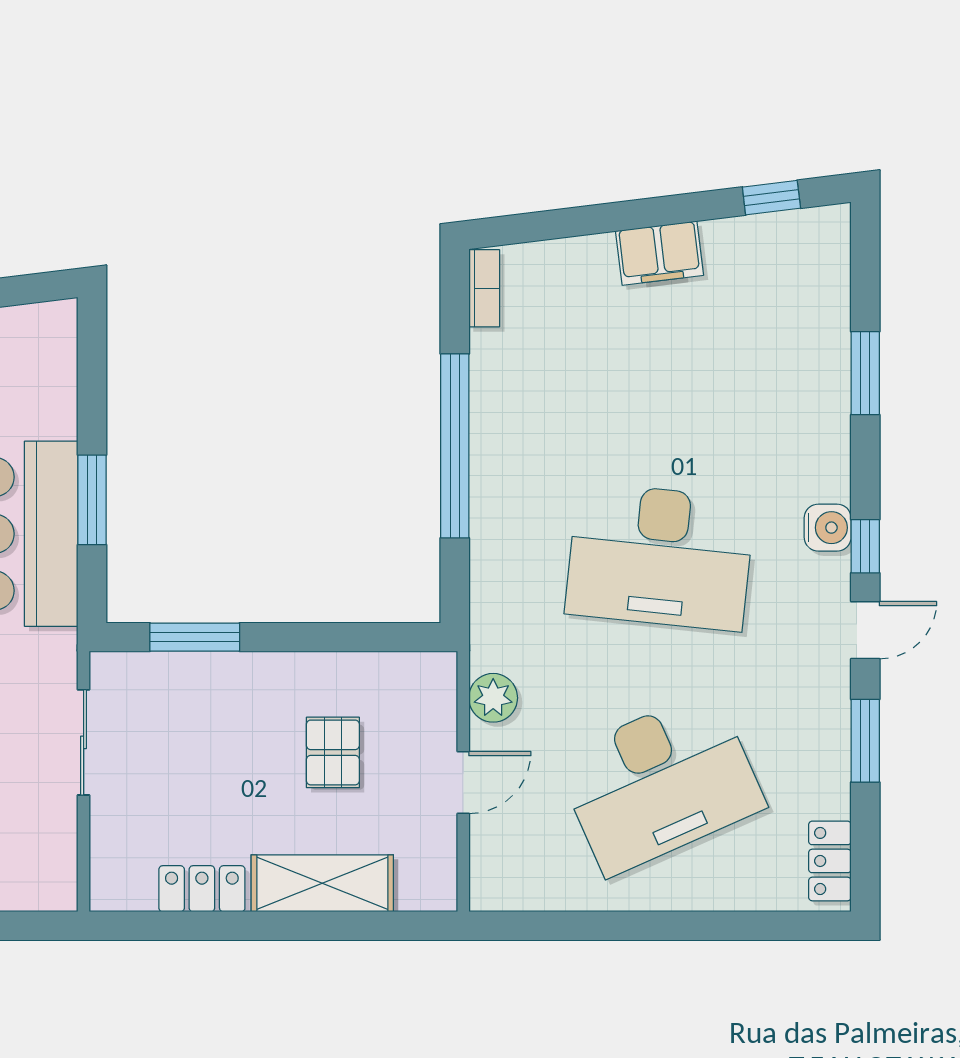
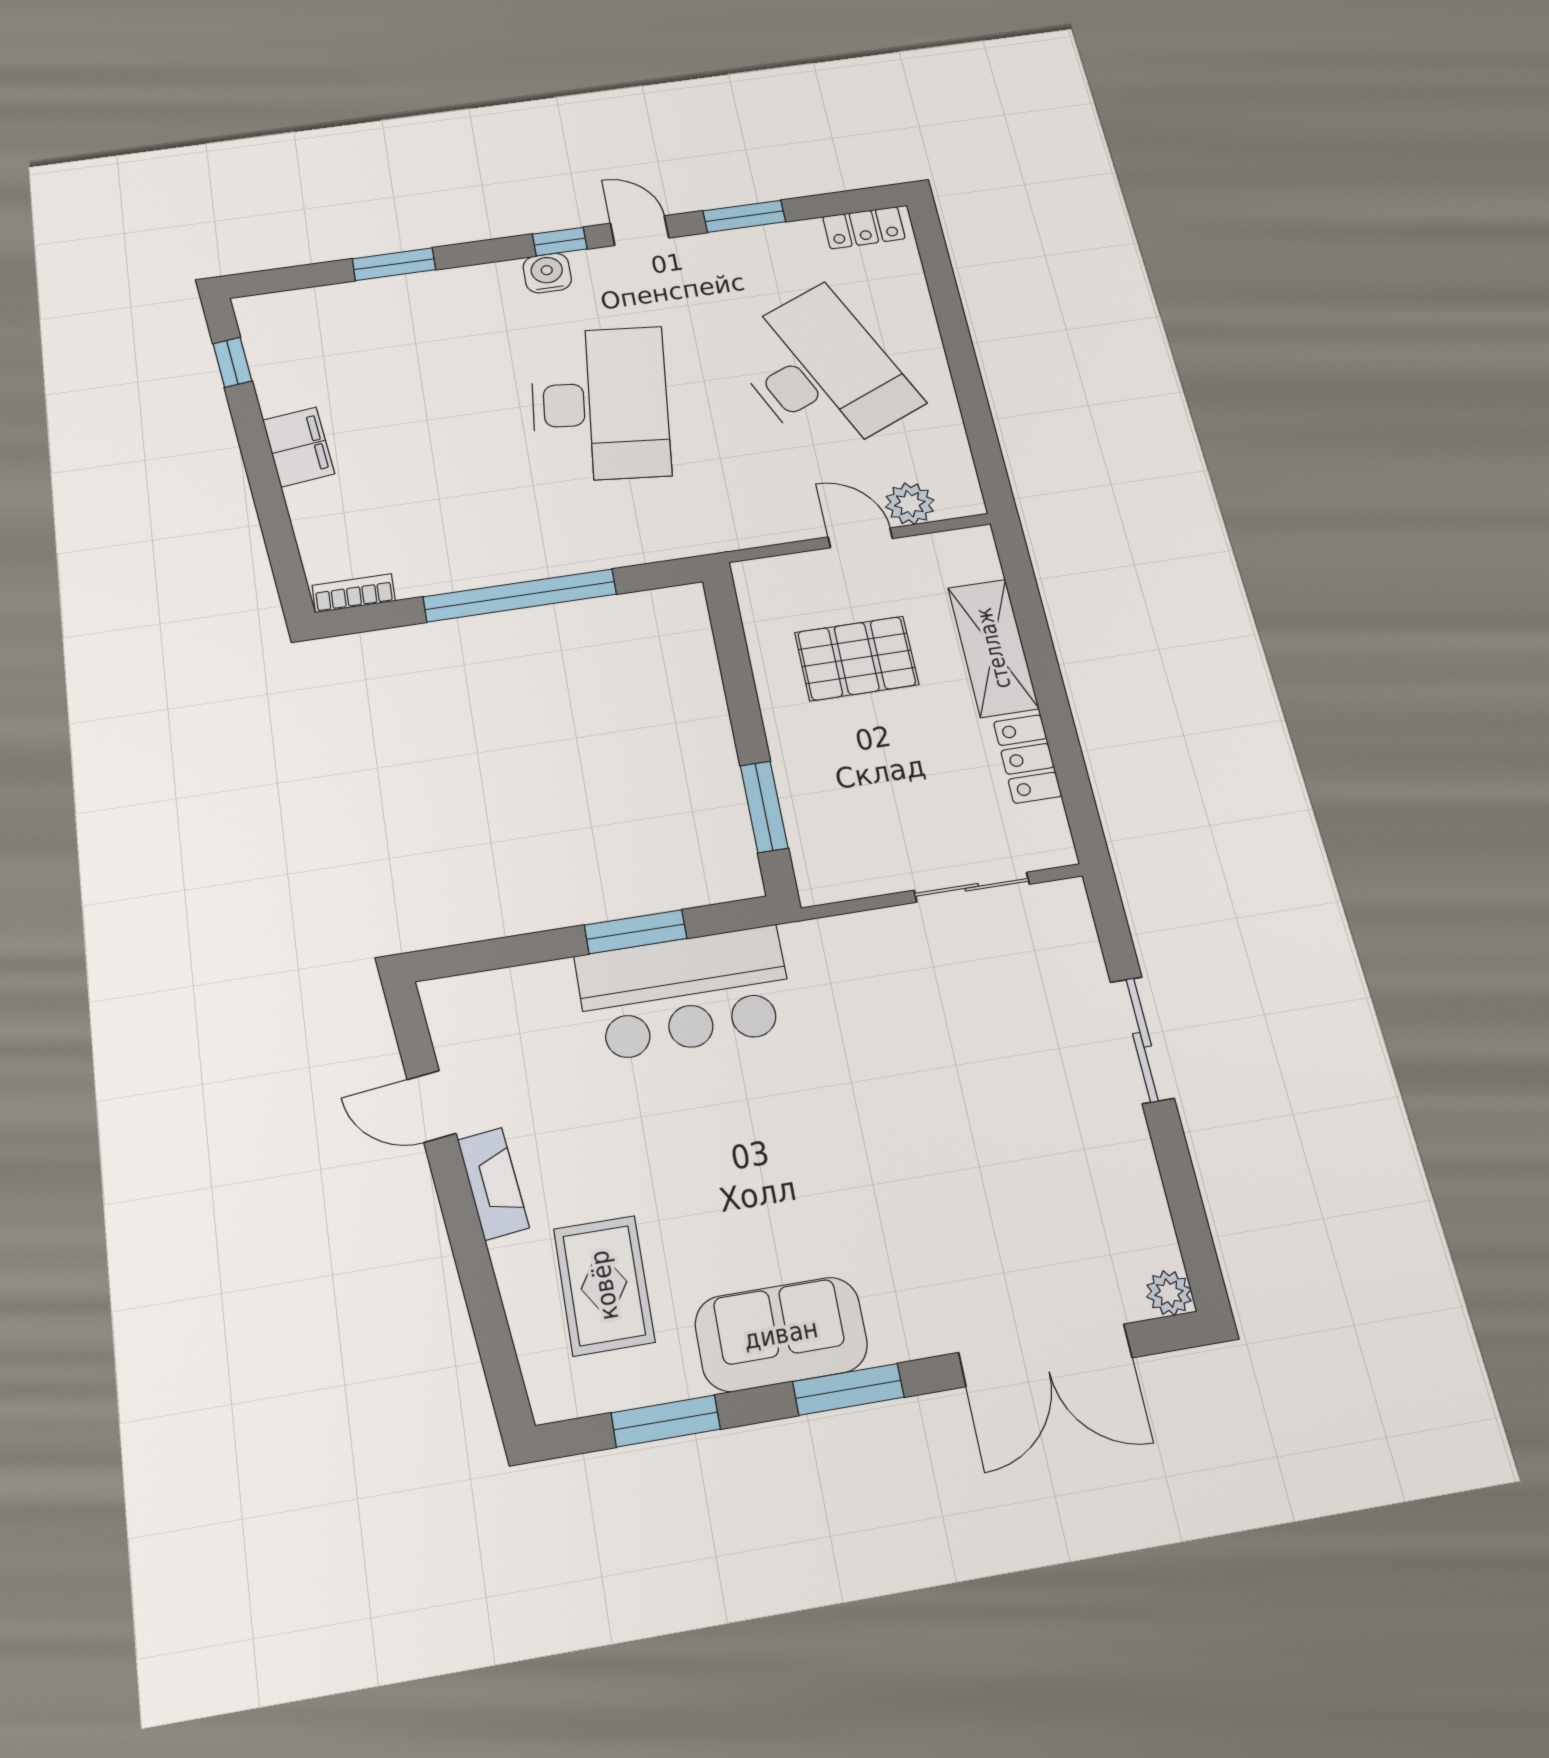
plant: (493, 698) -> (910, 504), moved
sliding door: (84, 742) -> (972, 887), moved
pallet: (333, 752) -> (857, 658), width x1.50, depth x1.42

